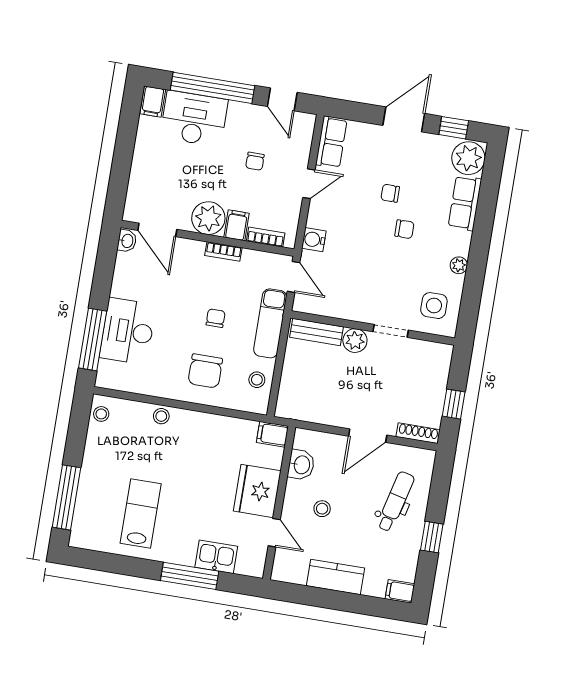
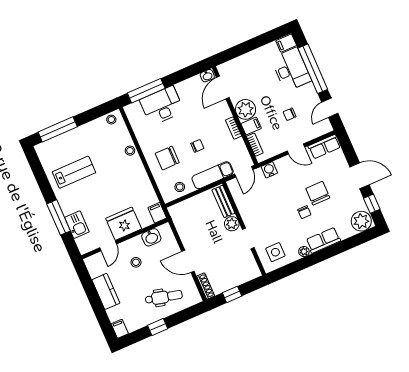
chair: (390, 193) -> (318, 193), width x1.87, depth x1.87
row of seats: (465, 203) -> (323, 240), moved

